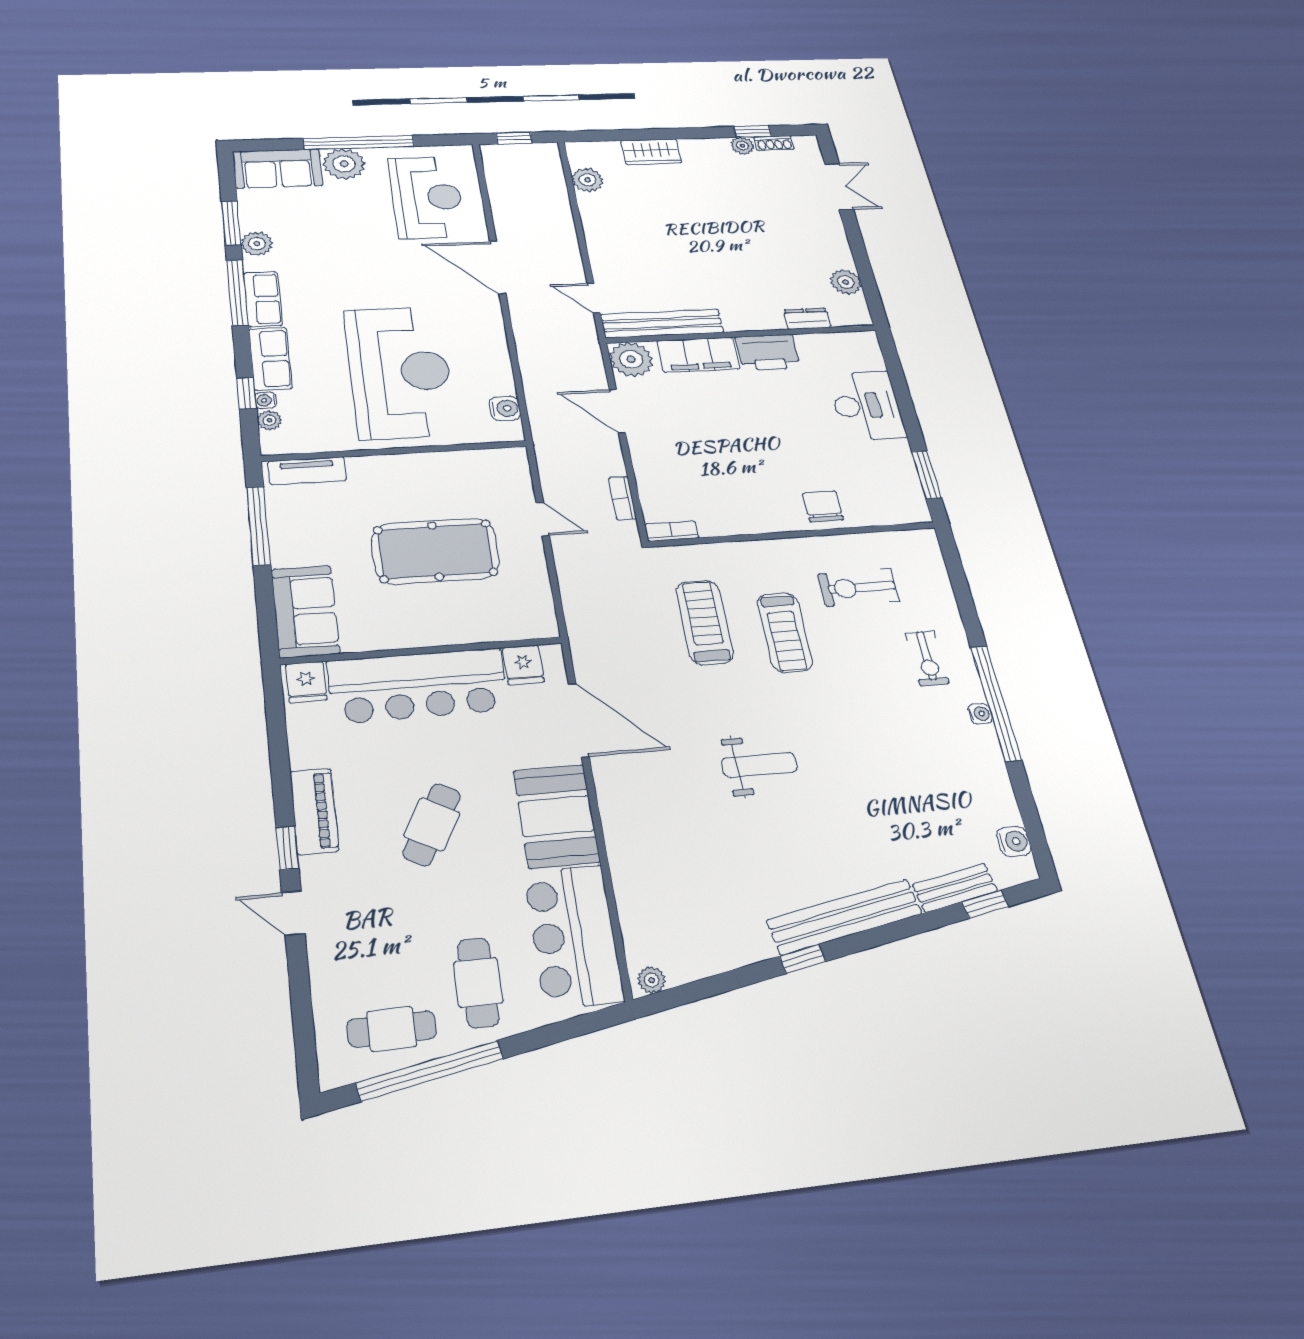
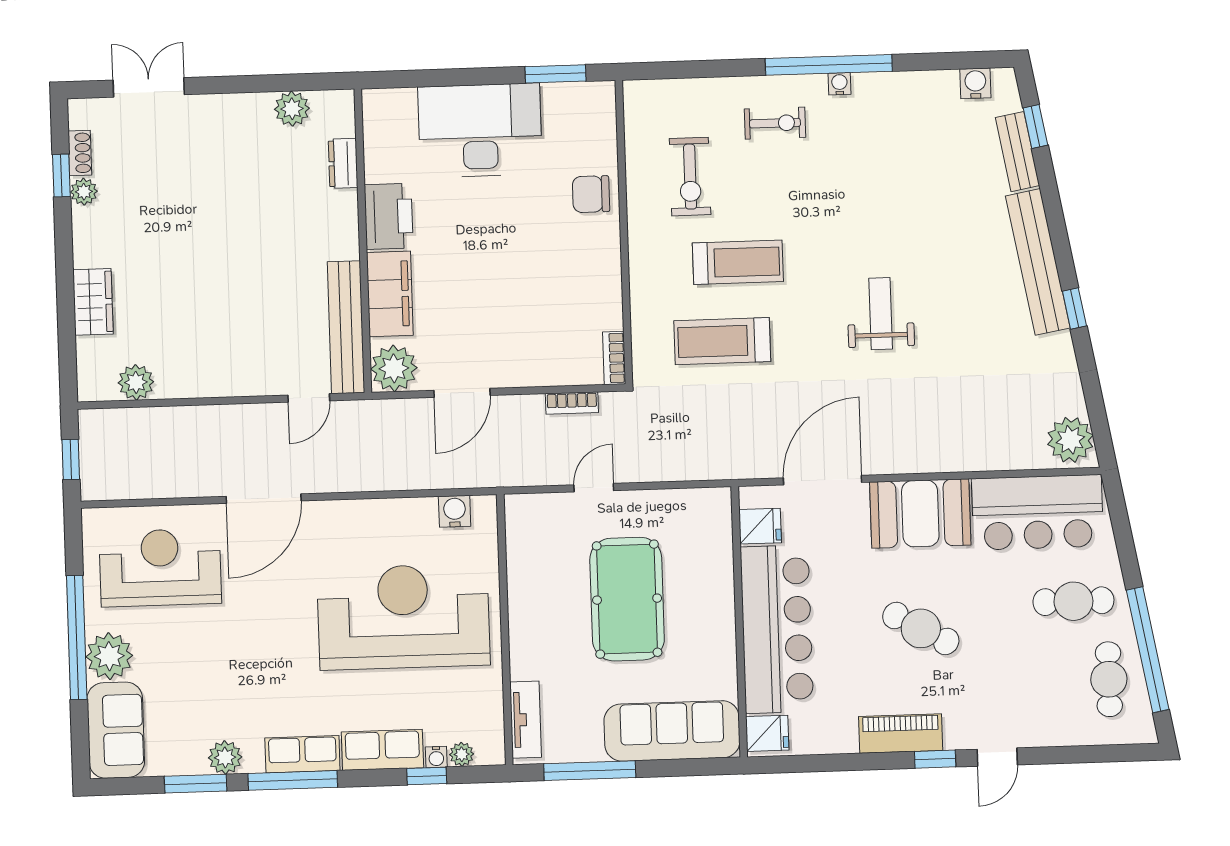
desk: (867, 405) -> (480, 130), width x1.36, depth x1.30
sofa: (305, 611) -> (672, 731), width x1.36
plant: (652, 980) -> (1070, 440), width x1.88, depth x1.88

